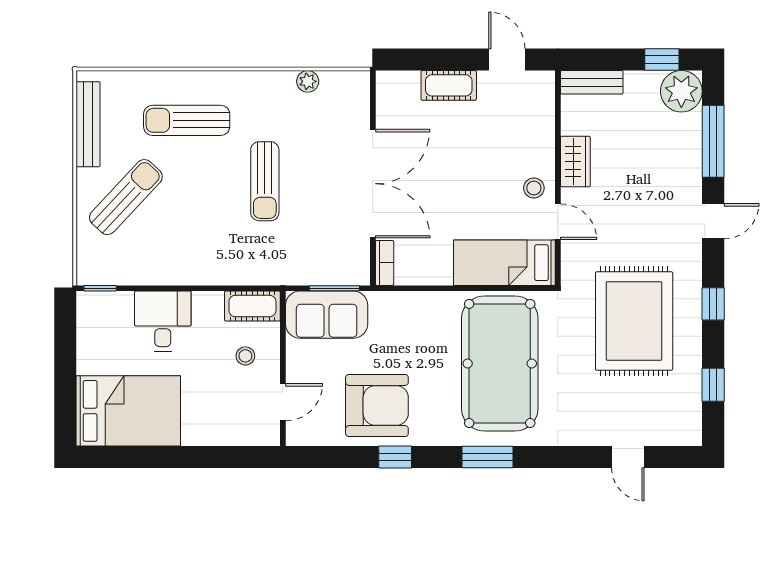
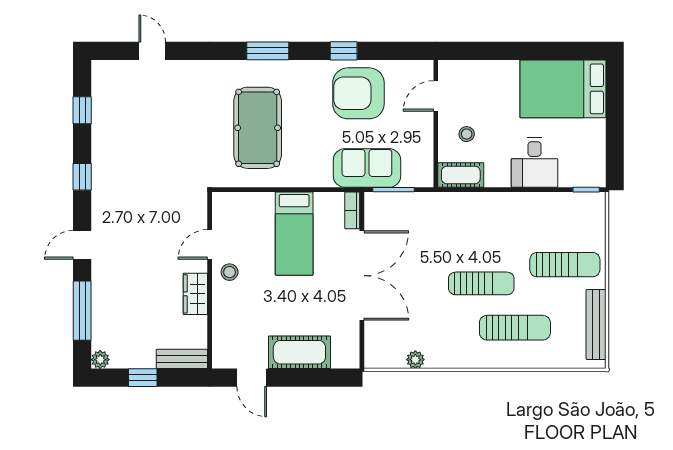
window: (662, 60) -> (143, 378), moved
cot: (449, 85) -> (299, 352), width x1.37, depth x1.34
plant: (681, 91) -> (100, 360), width x0.53, depth x0.53
sun lounger: (265, 181) -> (481, 283), moved, turned 90
double door: (373, 184) -> (362, 276), swing flipped
sun lounger: (126, 197) -> (565, 265), turned -133
door: (558, 222) -> (210, 244), hinge flipped
bed: (504, 263) -> (294, 234), moved, turned 90
sofa: (327, 315) -> (367, 168), moved
rug: (634, 321) -> (147, 163), removed
pool table: (500, 363) -> (258, 128), width x0.73, depth x0.76

